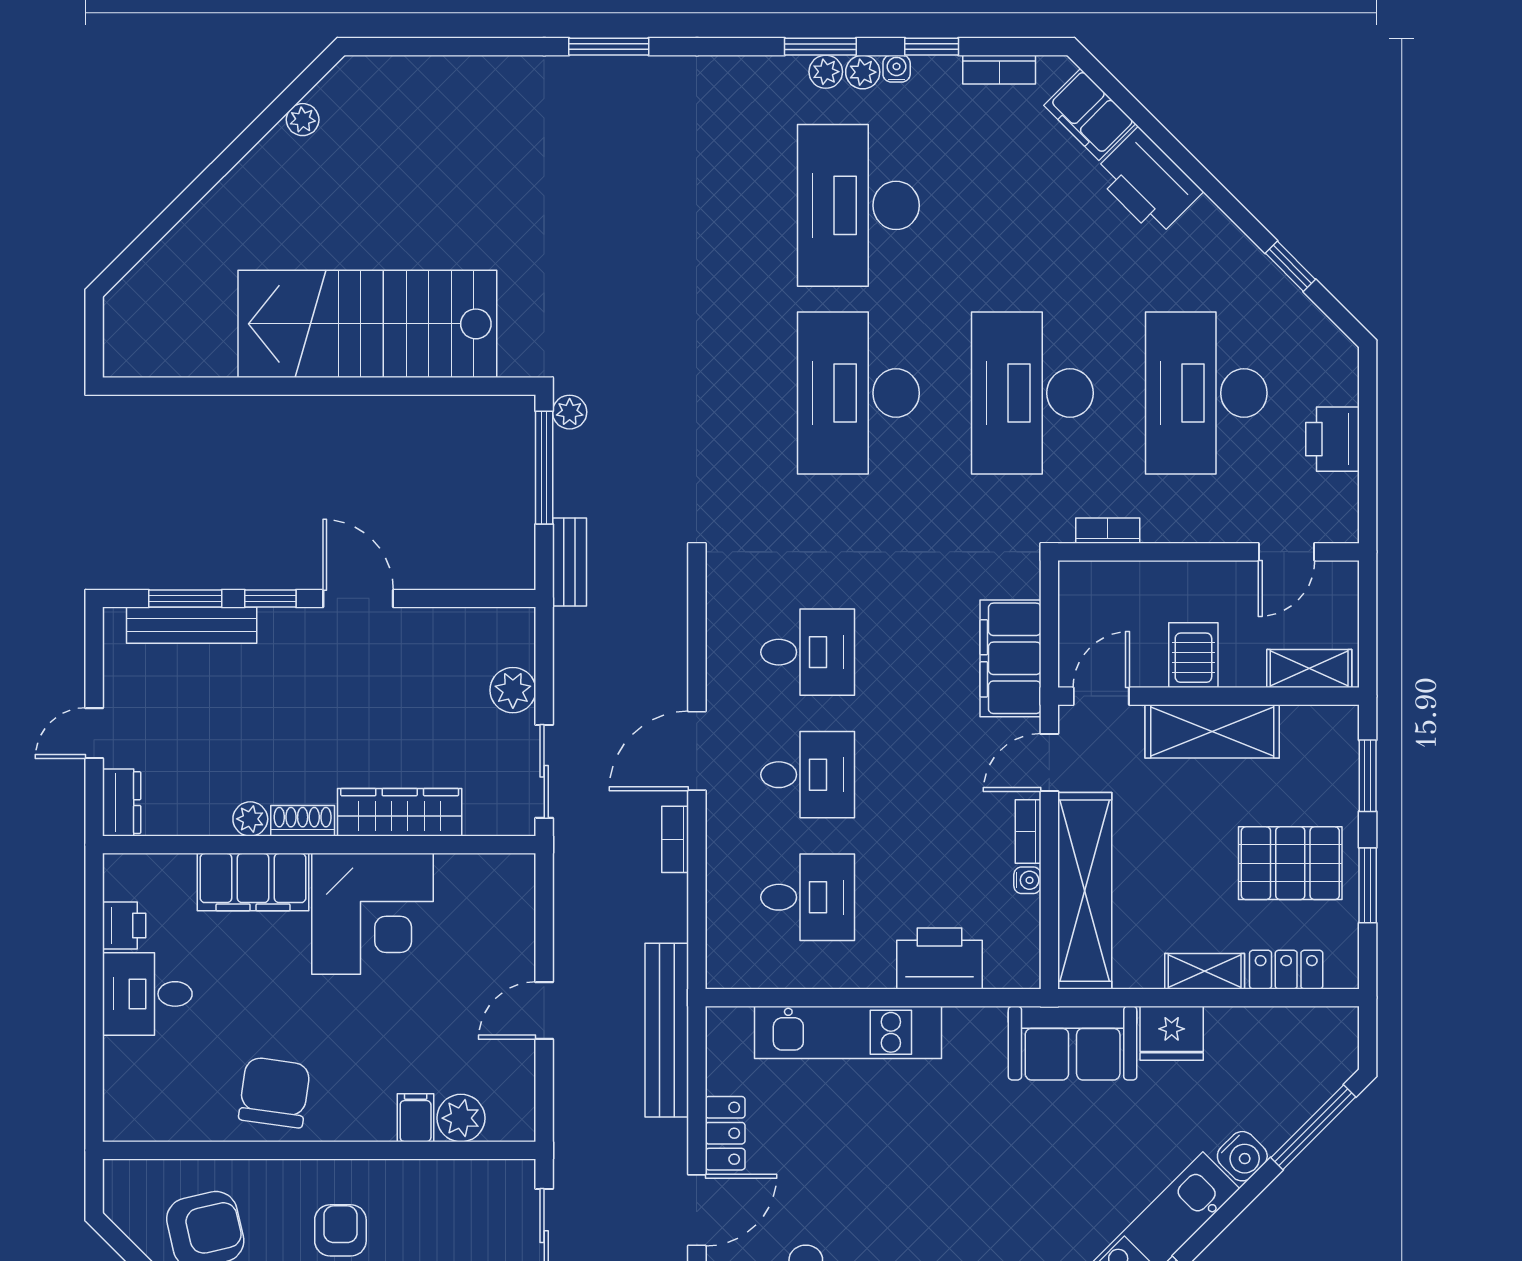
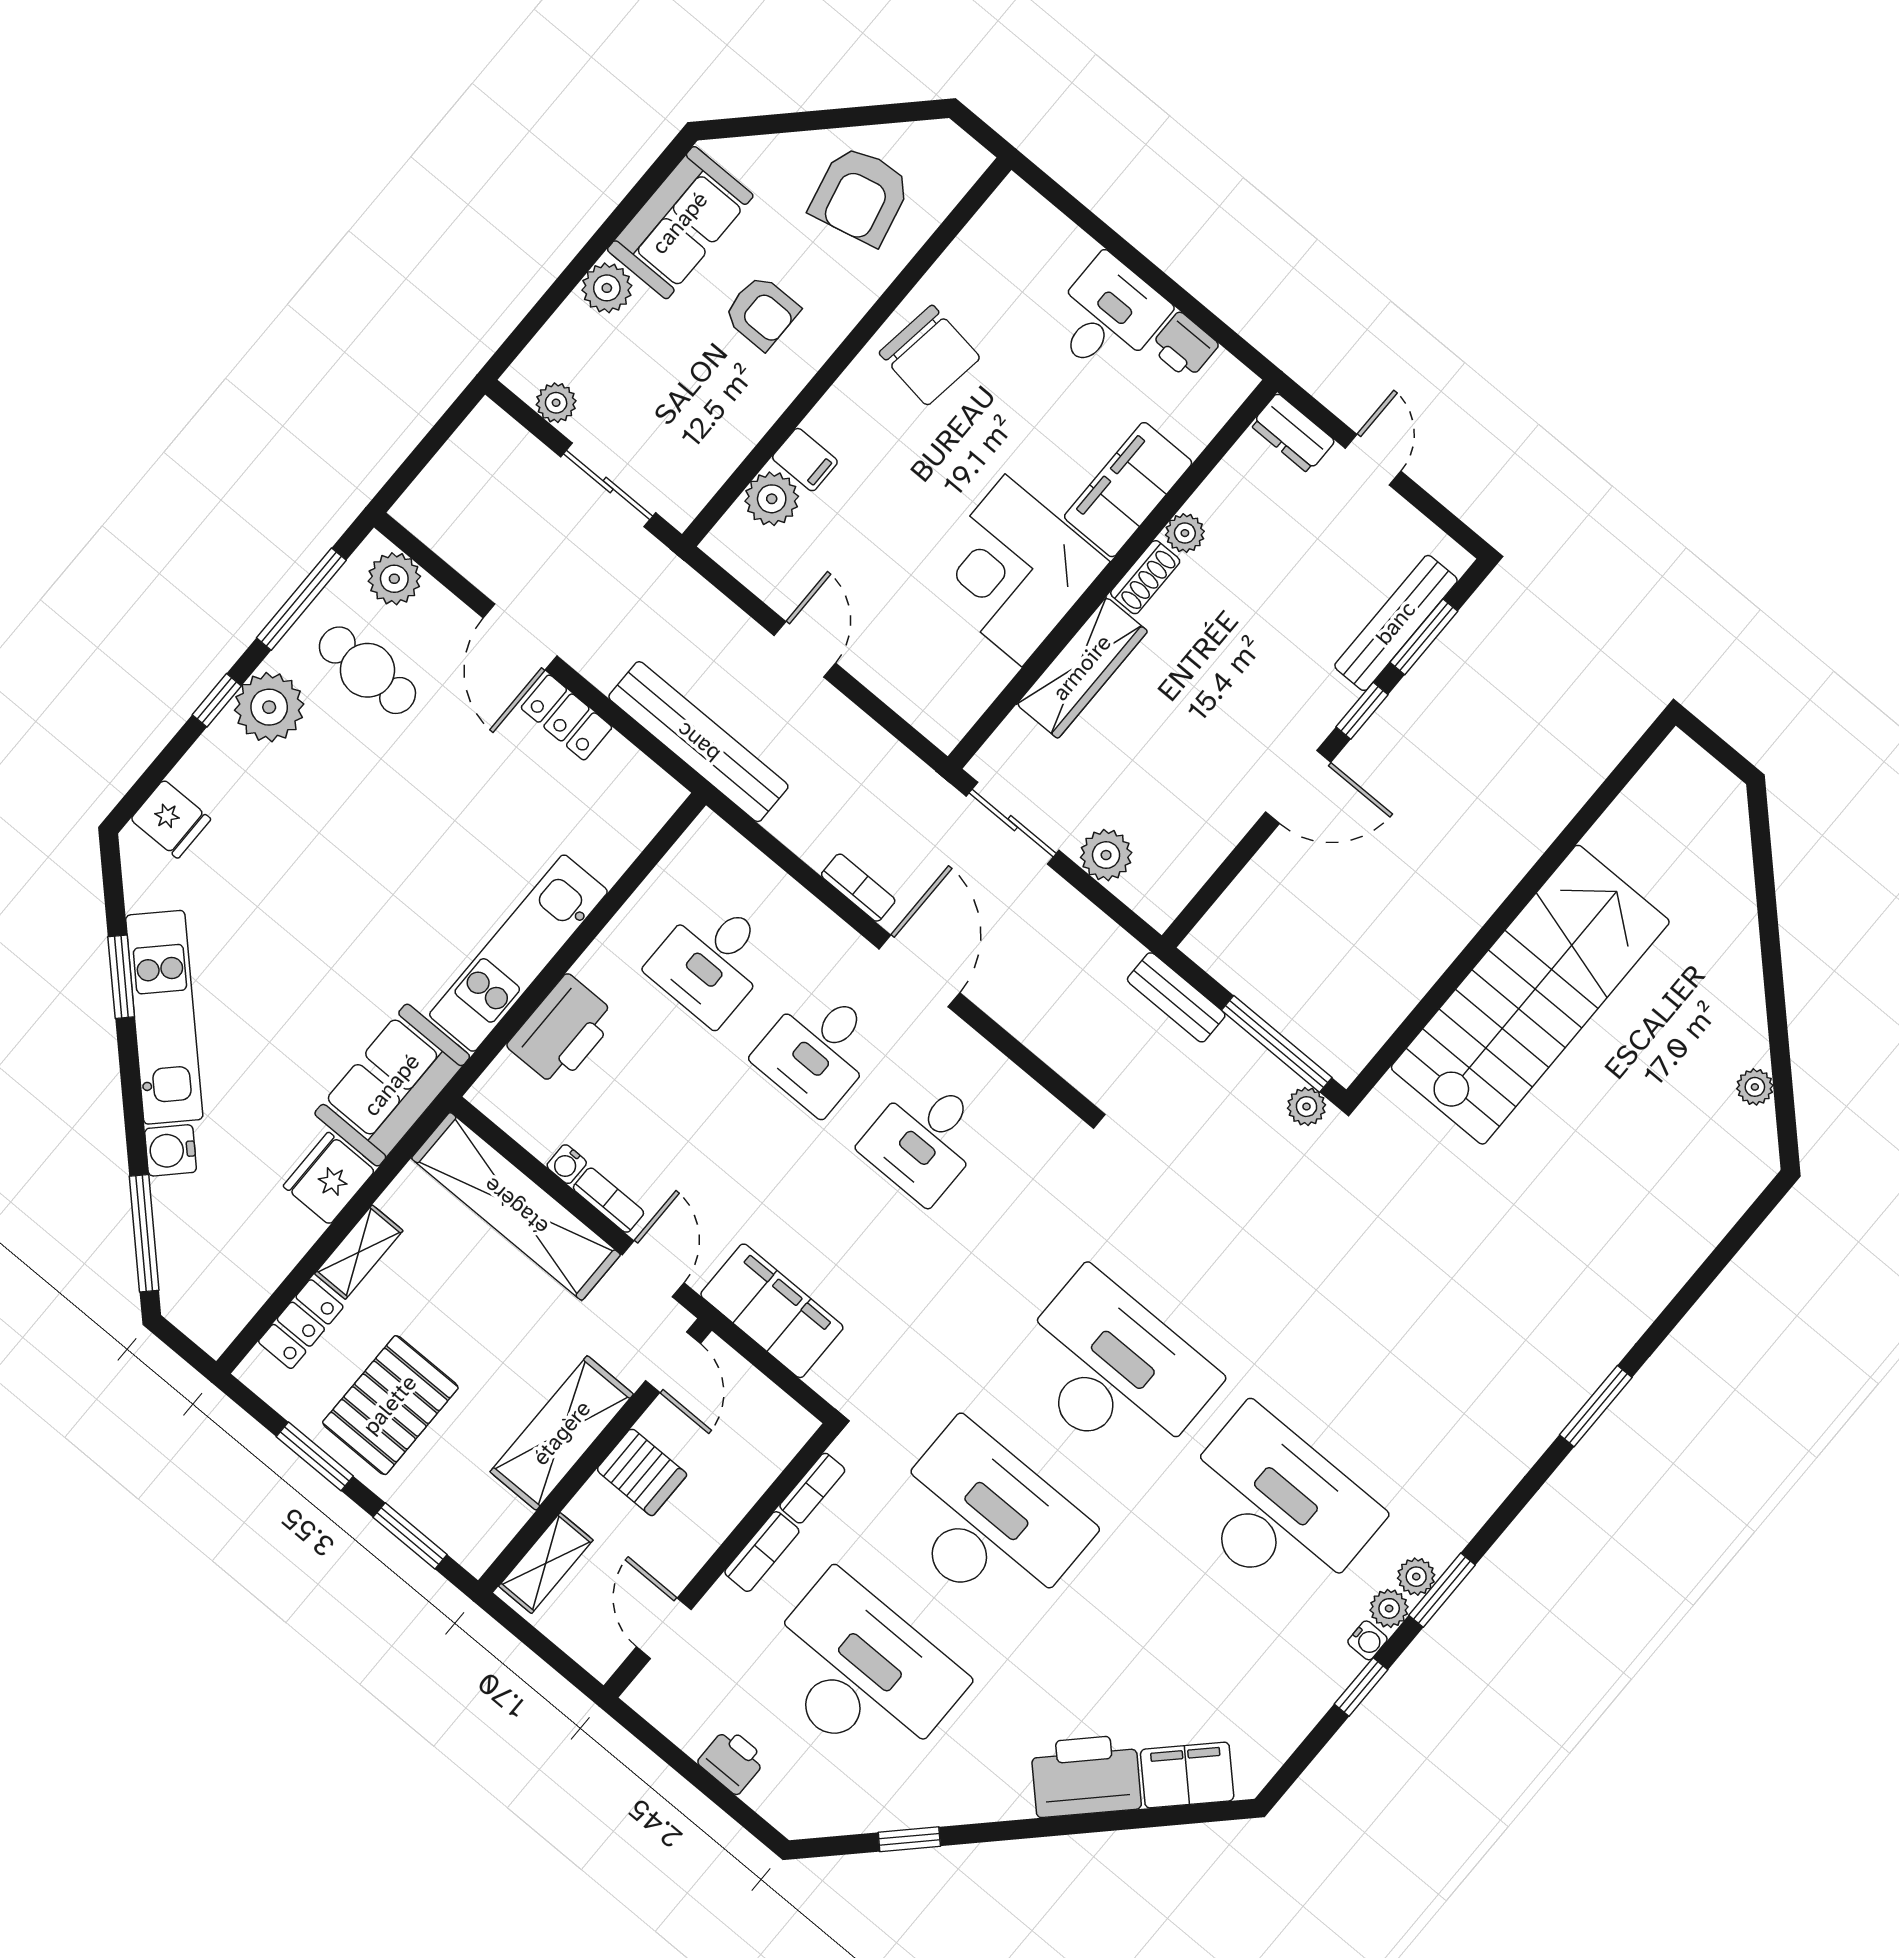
bookcase: (999, 70) -> (762, 1552), moved, turned 180
printer: (1333, 439) -> (732, 1761), width x0.73, depth x0.81
kitchen unit: (848, 1032) -> (518, 953), moved

